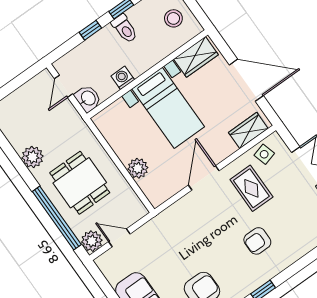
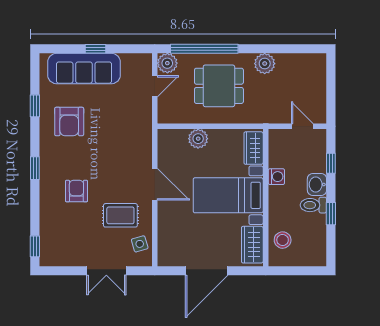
stool: (173, 18) -> (283, 240), moved
window: (90, 30) -> (331, 163), moved
washbasin: (88, 98) -> (317, 185), moved, turned 90
wardrobe: (248, 130) -> (254, 148), moved, turned 180

